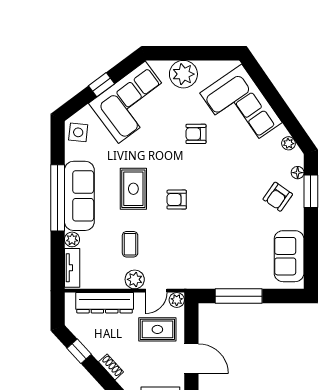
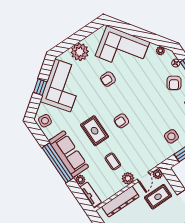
side table: (228, 263) -> (171, 136), added

